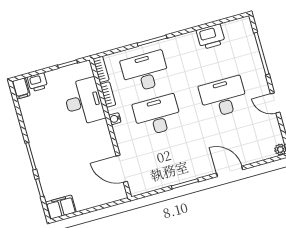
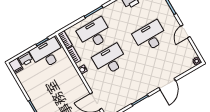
desk: (84, 102) -> (47, 54), moved, turned -90
door: (275, 103) -> (185, 31), hinge flipped
door: (230, 171) -> (167, 84), swing flipped

